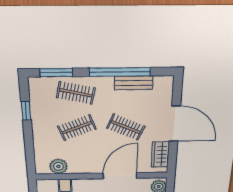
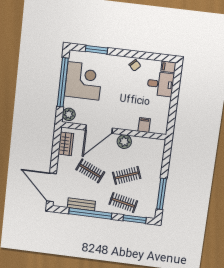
window: (26, 111) -> (162, 194), width x2.17
door: (175, 124) -> (52, 187), moved
plant: (58, 166) -> (124, 142), moved

